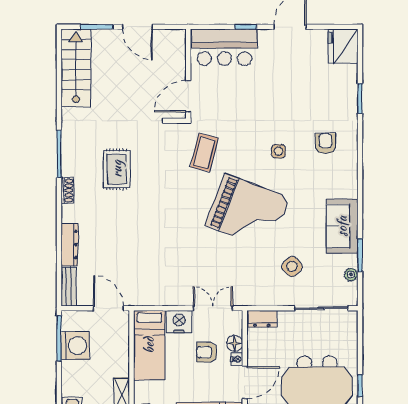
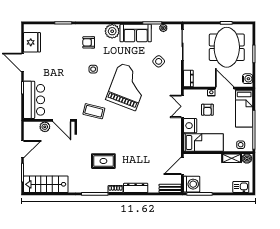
fridge: (343, 46) -> (32, 42), moved, turned -90
plant: (177, 66) -> (45, 127), added
plant: (345, 185) -> (112, 31), added
dresser: (69, 245) -> (136, 188), moved
floor lamp: (235, 343) -> (202, 94), removed
washing machine: (75, 346) -> (192, 184), moved, turned 90

